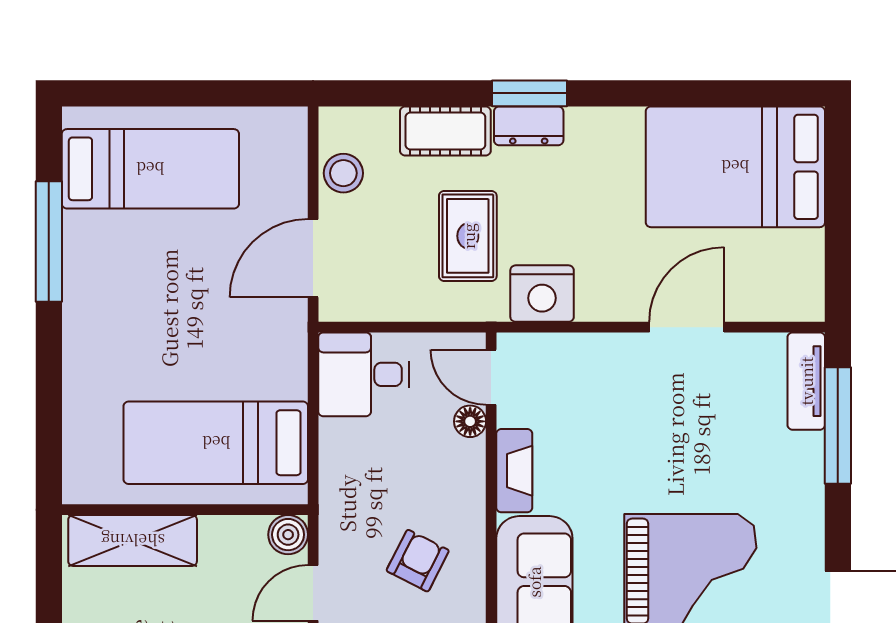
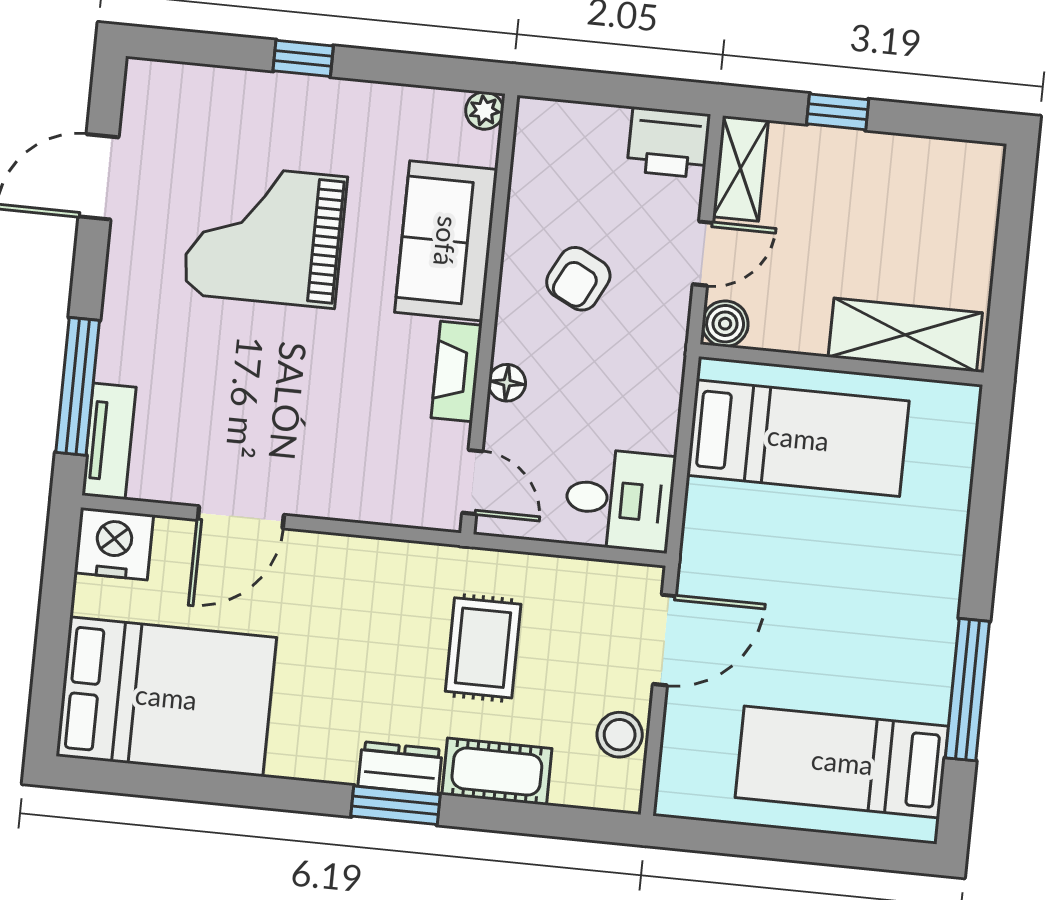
nightstand: (542, 294) -> (114, 544), moved
floor lamp: (470, 421) -> (507, 383), moved

